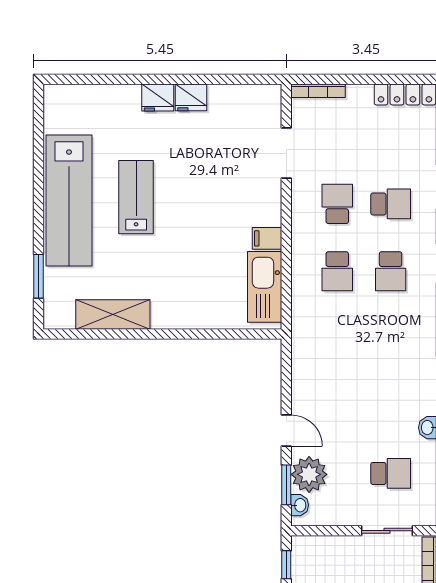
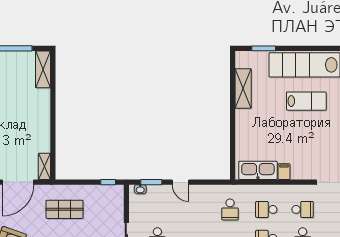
school desk: (337, 339) -> (230, 209), added
door: (286, 430) -> (181, 182), hinge flipped
plant: (309, 474) -> (157, 194), removed

